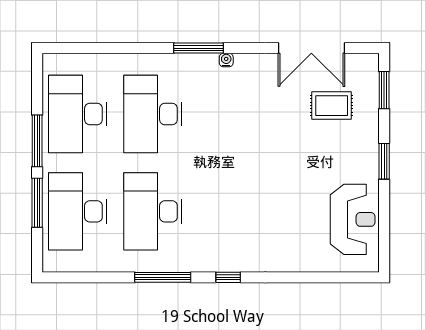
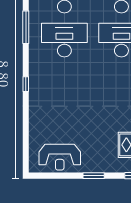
window: (163, 277) -> (26, 27), moved

